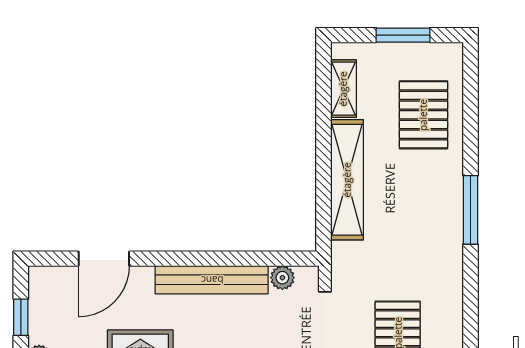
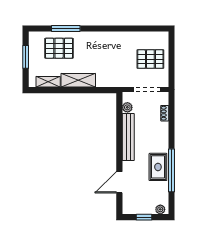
shelving: (347, 180) -> (78, 80), width x0.68
window: (471, 210) -> (66, 28), moved
door: (104, 259) -> (119, 182), swing flipped

